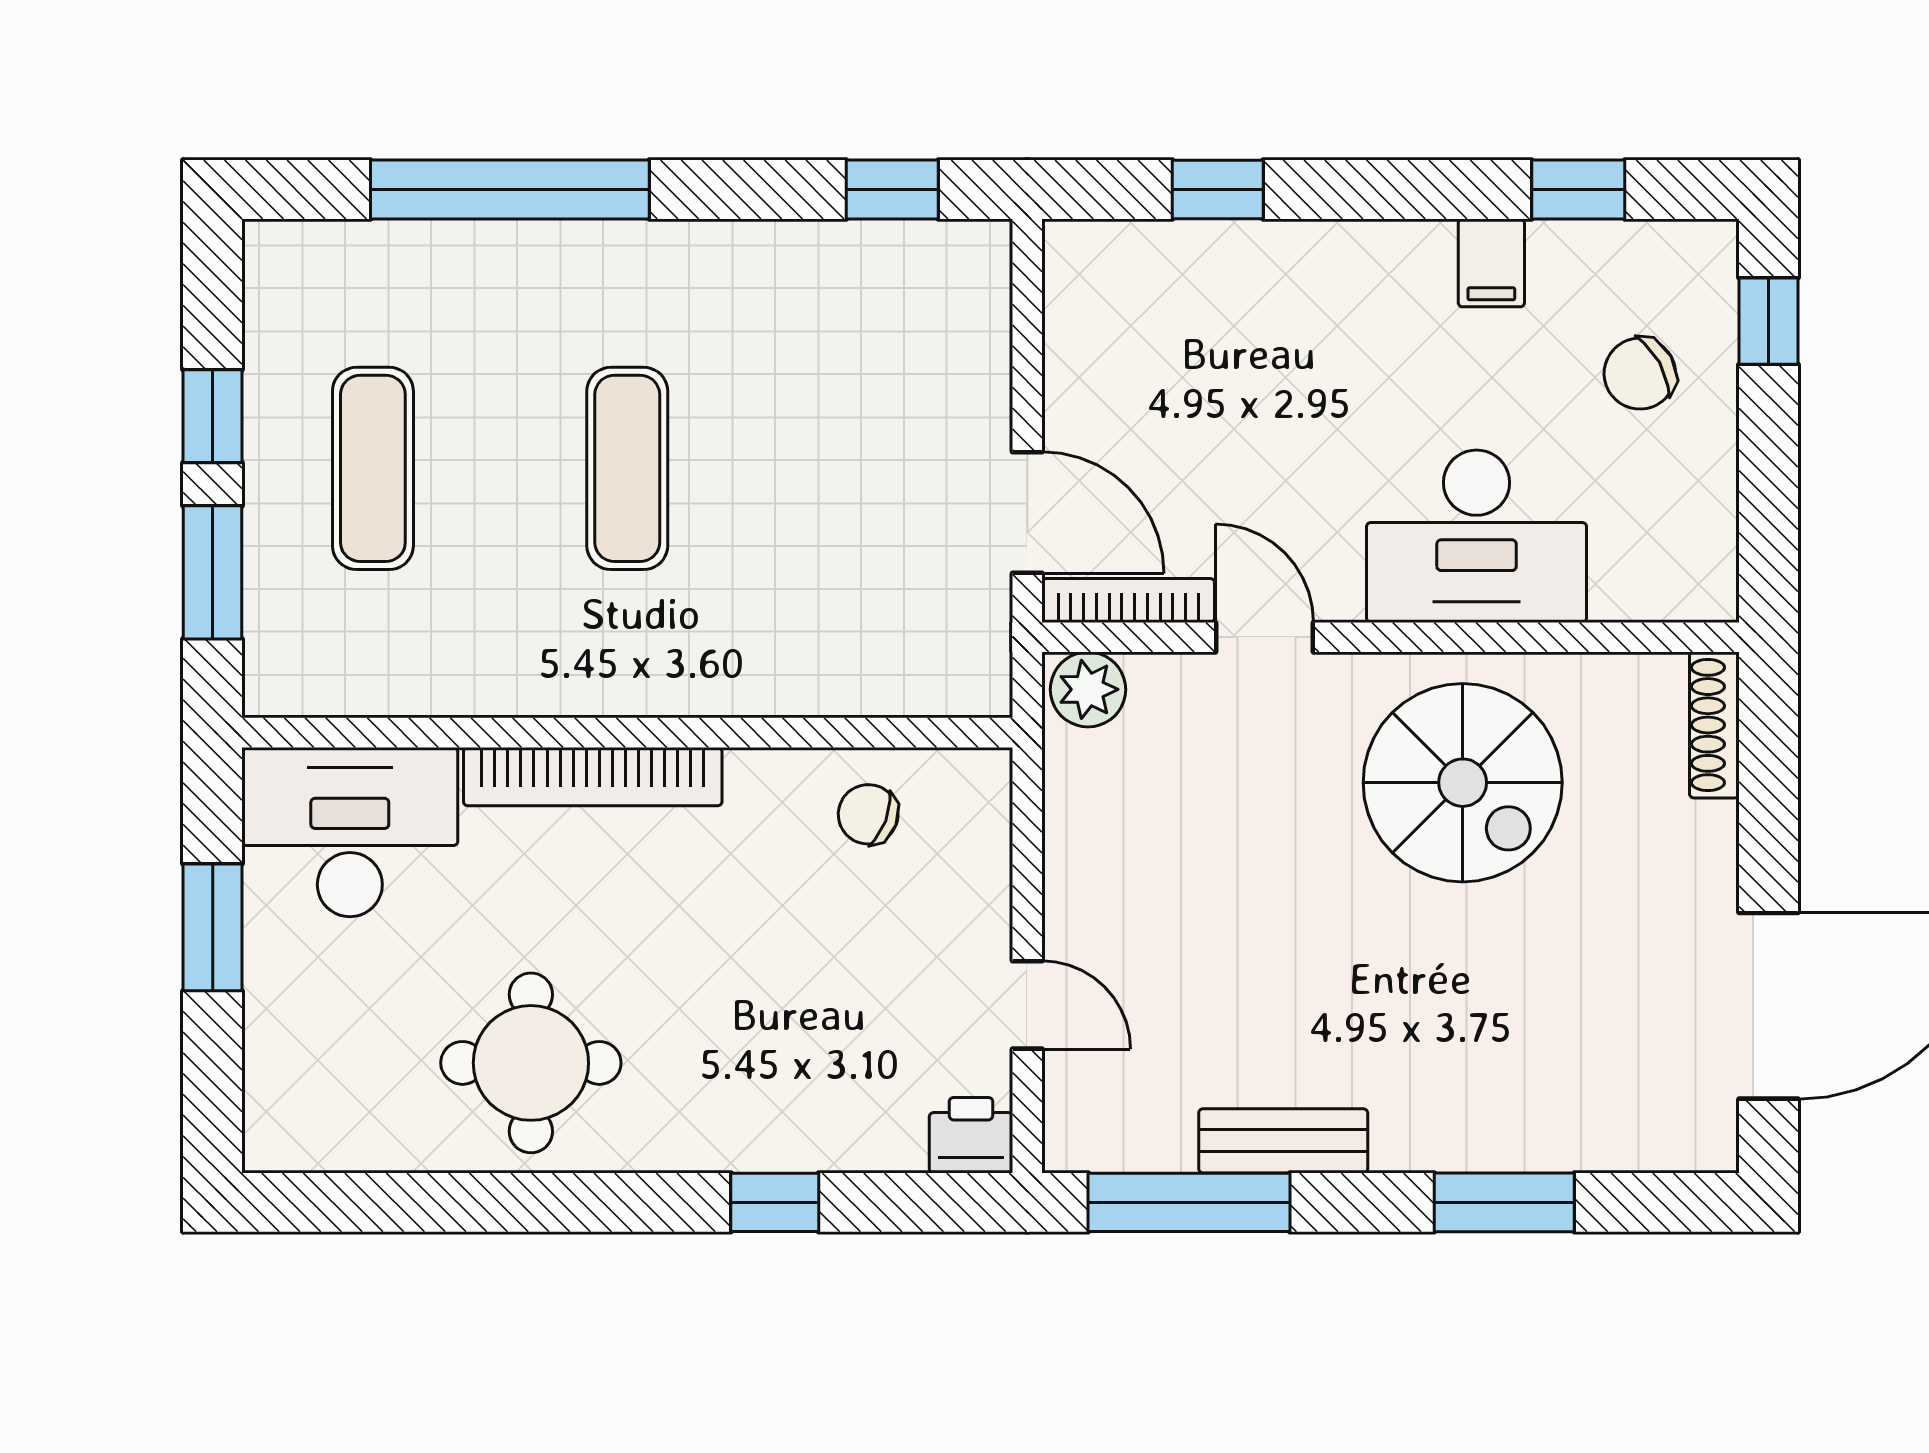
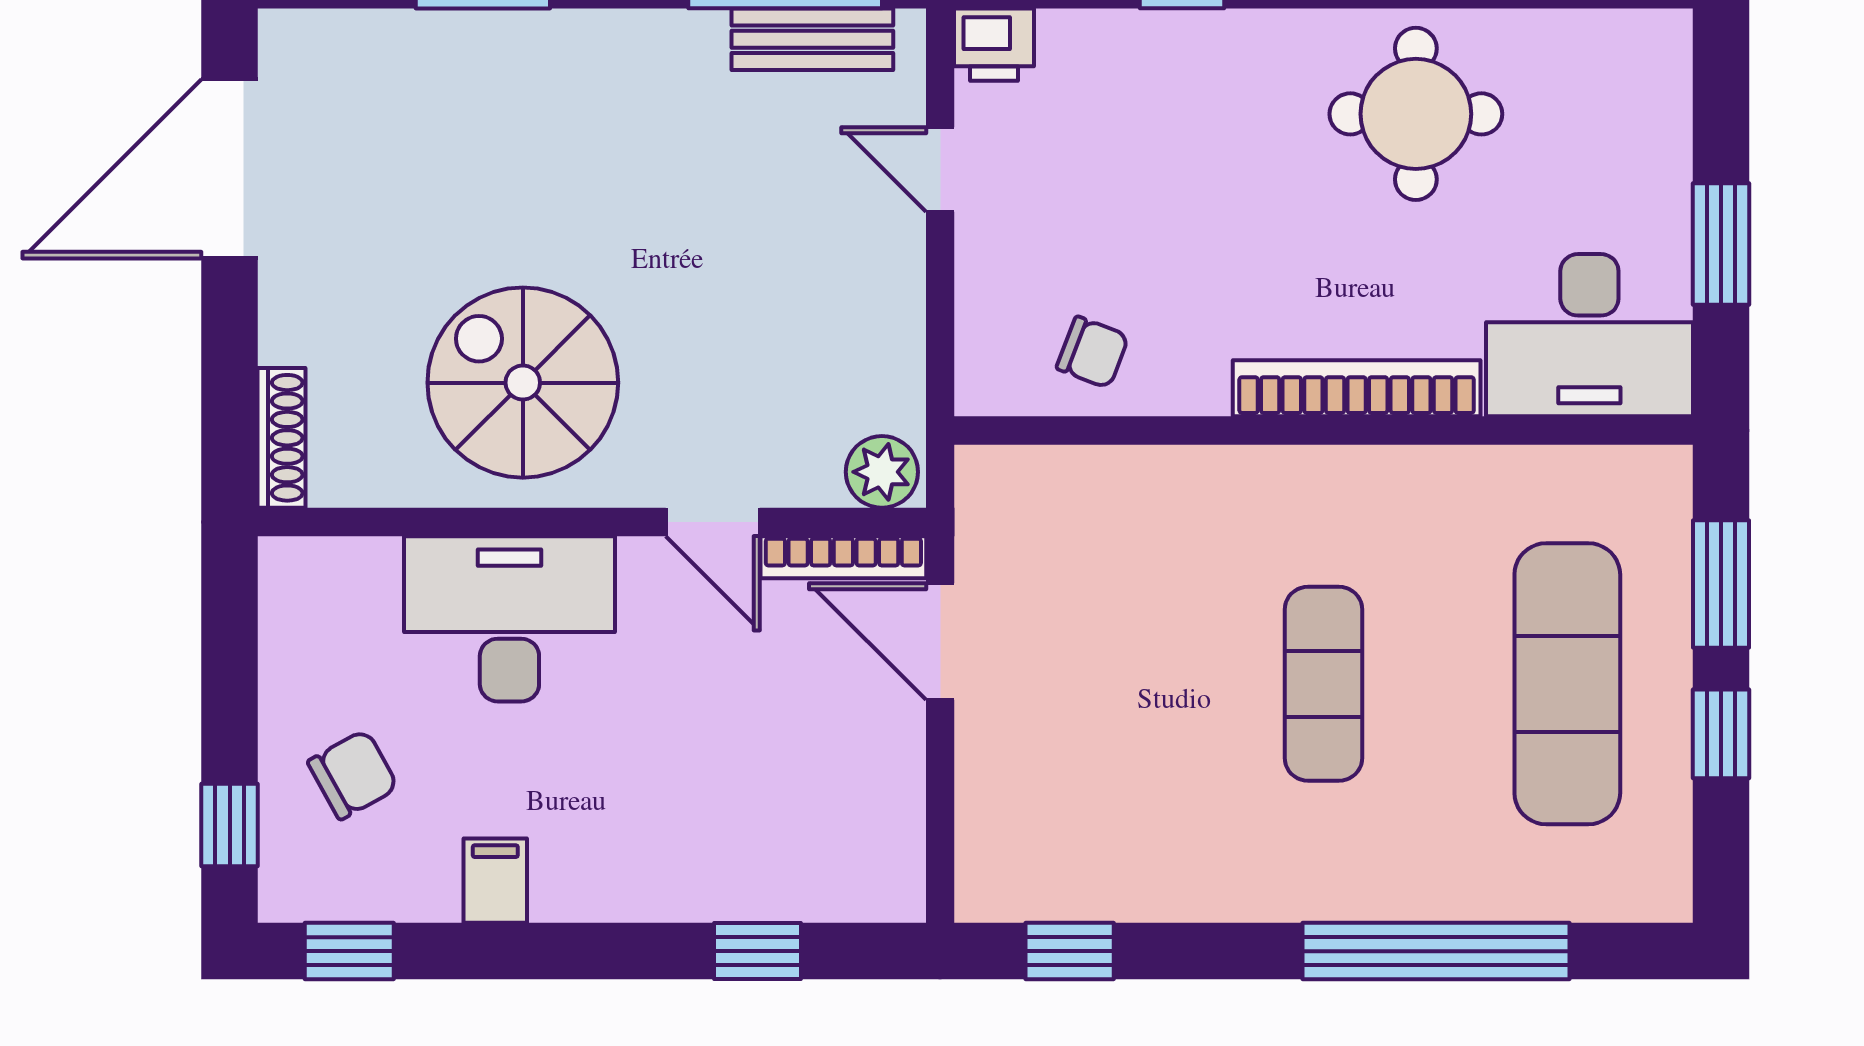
window: (1578, 189) -> (349, 951), moved
exercise mat: (373, 468) -> (1567, 684), width x1.36, depth x1.45
bench: (1283, 1141) -> (812, 39), moved

